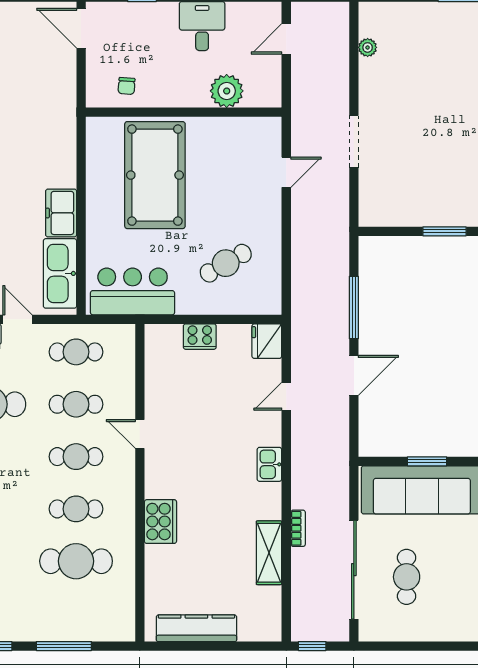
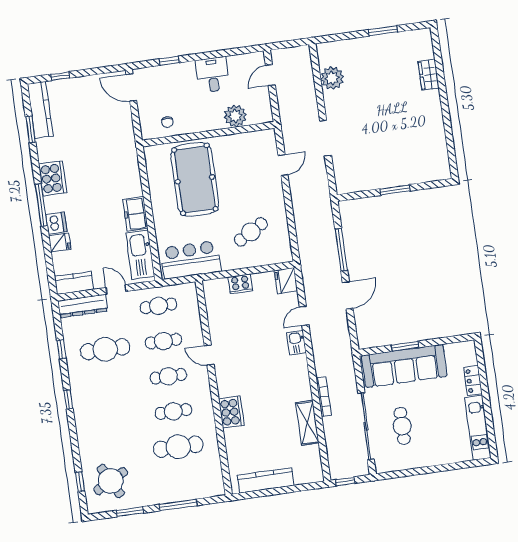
plant: (368, 47) -> (332, 78), width x1.87, depth x1.87
kitchen sink: (269, 464) -> (296, 343), moved
bookcase: (298, 528) -> (324, 397), width x1.56

